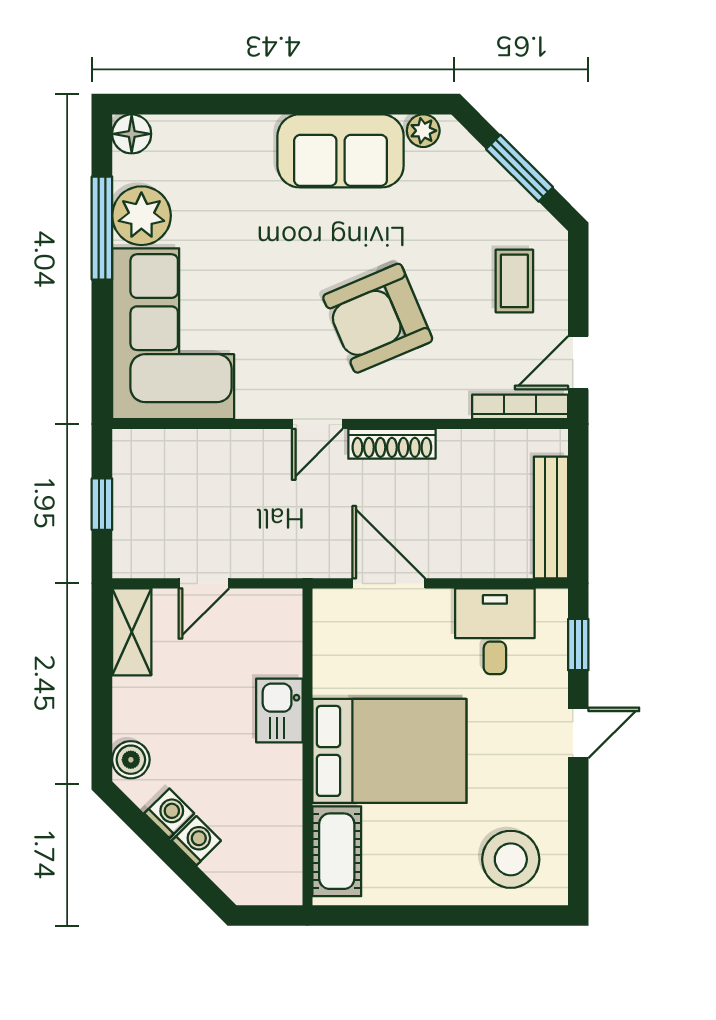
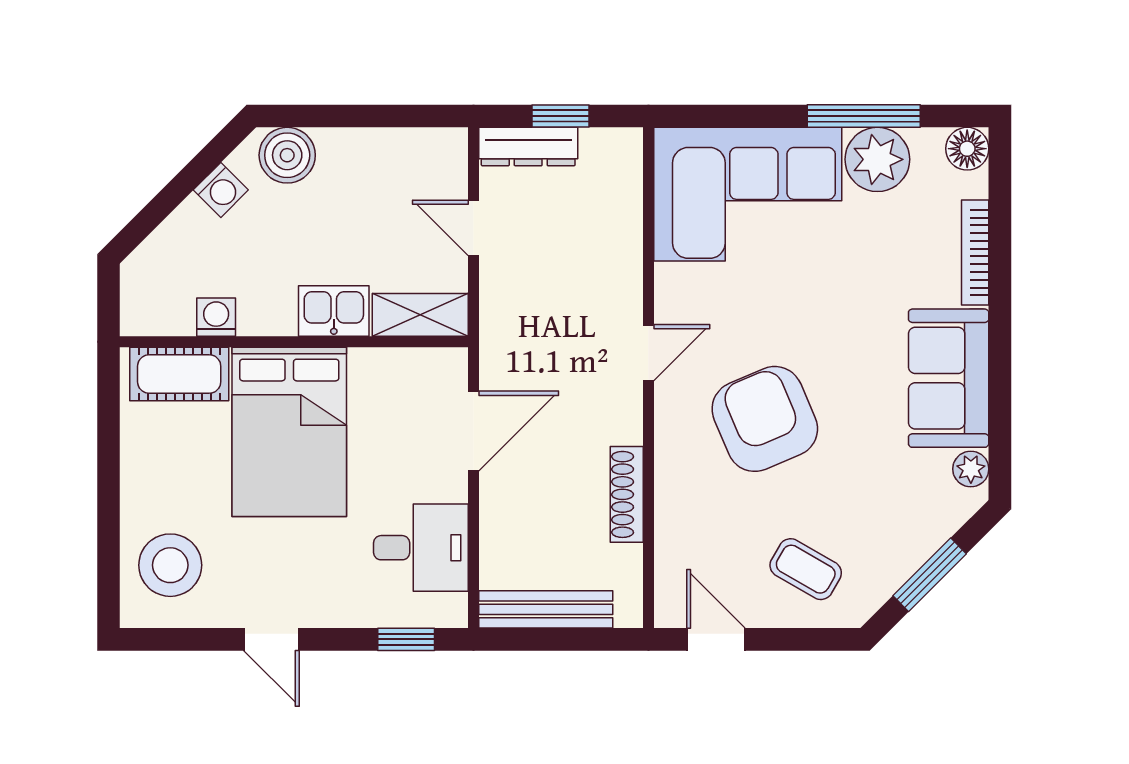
coffee table: (514, 281) -> (806, 569), turned 30
bookcase: (520, 407) -> (975, 253), moved, turned 180
door: (317, 424) -> (648, 353), swing flipped
shoe rack: (392, 444) -> (627, 494), moved
dresser: (130, 534) -> (528, 147), added
shelving: (132, 632) -> (420, 315), moved
door: (578, 733) -> (271, 639), moved
boiler: (131, 760) -> (287, 155), width x1.36, depth x1.36
washing machine: (196, 841) -> (216, 317), moved, turned -135

